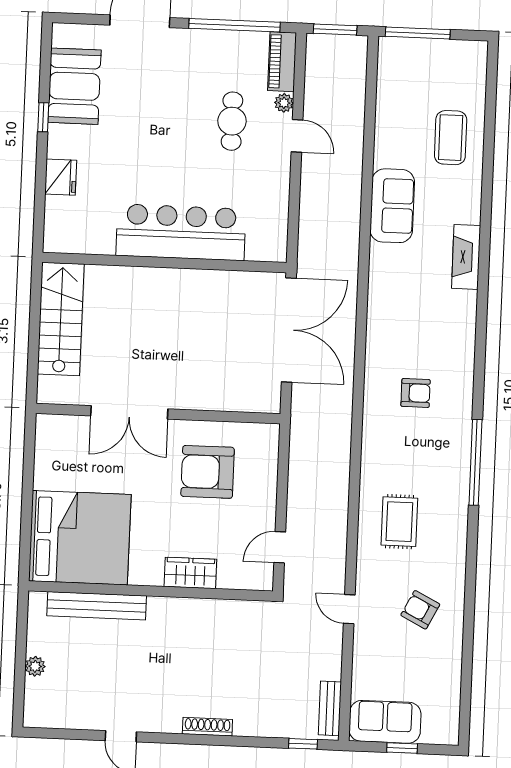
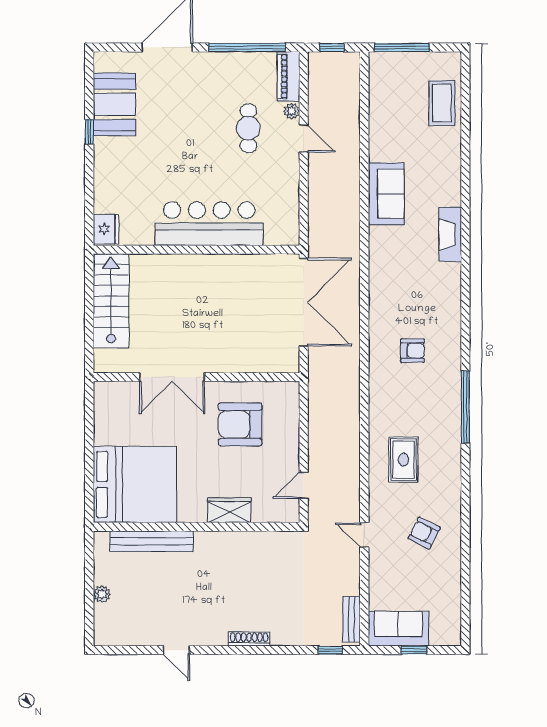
window: (335, 29) -> (332, 47), width x0.67
coffee table: (451, 138) -> (442, 103), moved
fridge: (61, 177) -> (106, 229), moved

